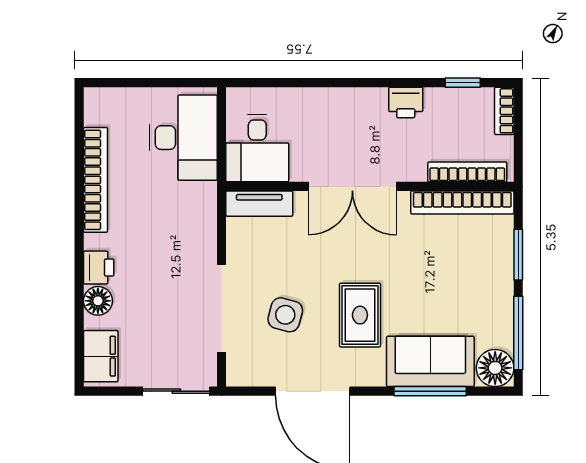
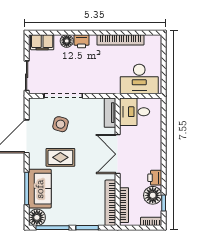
floor lamp: (445, 107) -> (153, 195), added

